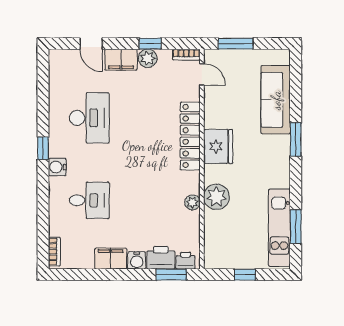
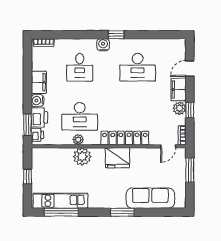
desk: (159, 200) -> (80, 116), added
window: (296, 227) -> (61, 212), width x1.44

